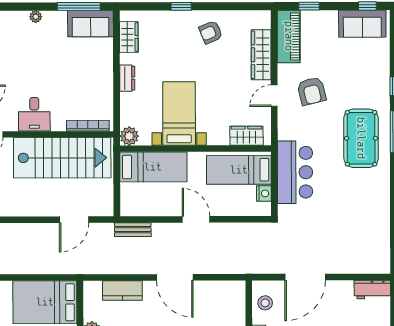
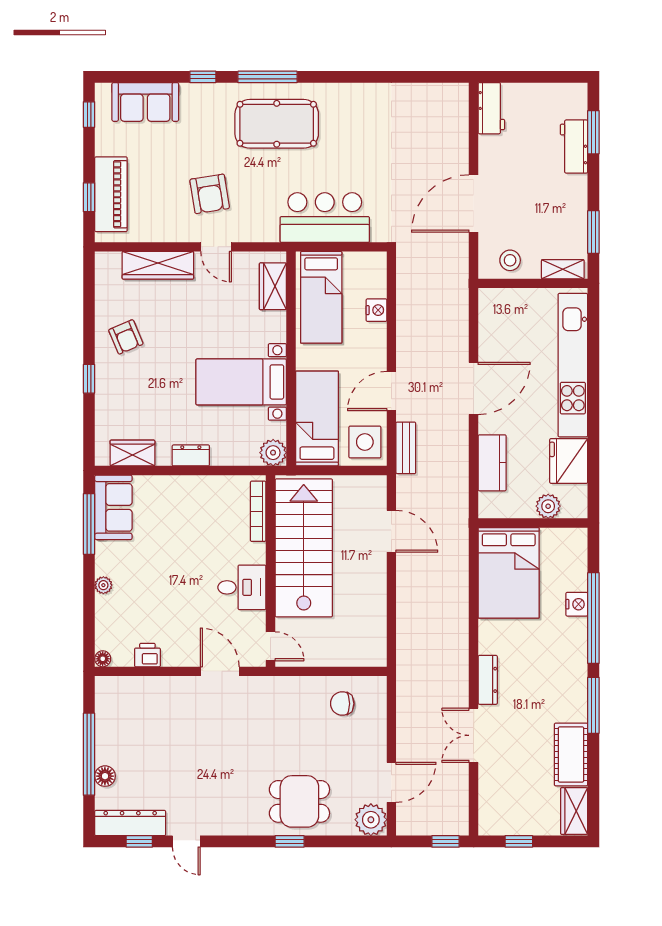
sofa: (362, 24) -> (145, 102), moved, turned 90
piano: (289, 36) -> (111, 194), moved, turned 90
armchair: (312, 91) -> (210, 194), turned 95
nightstand: (264, 193) -> (377, 310), moved, turned 90
side table: (137, 201) -> (365, 442), added
door: (196, 219) -> (391, 391), moved
door: (305, 277) -> (474, 203), swing flipped

